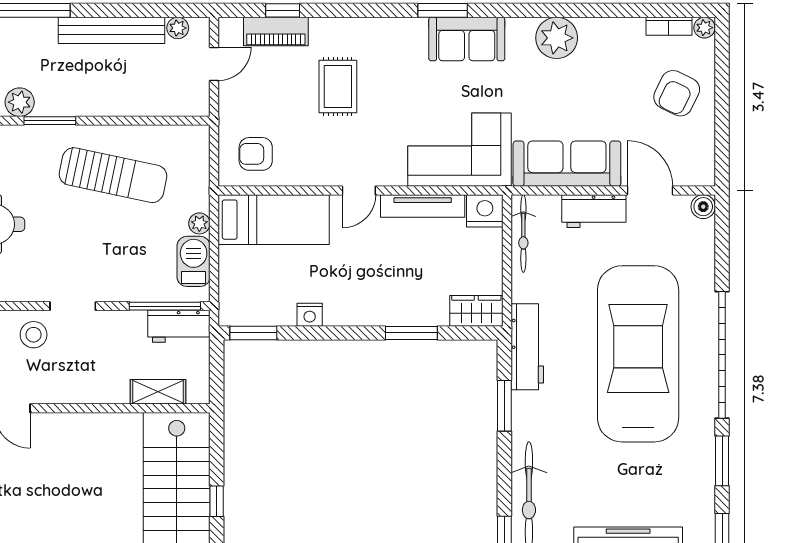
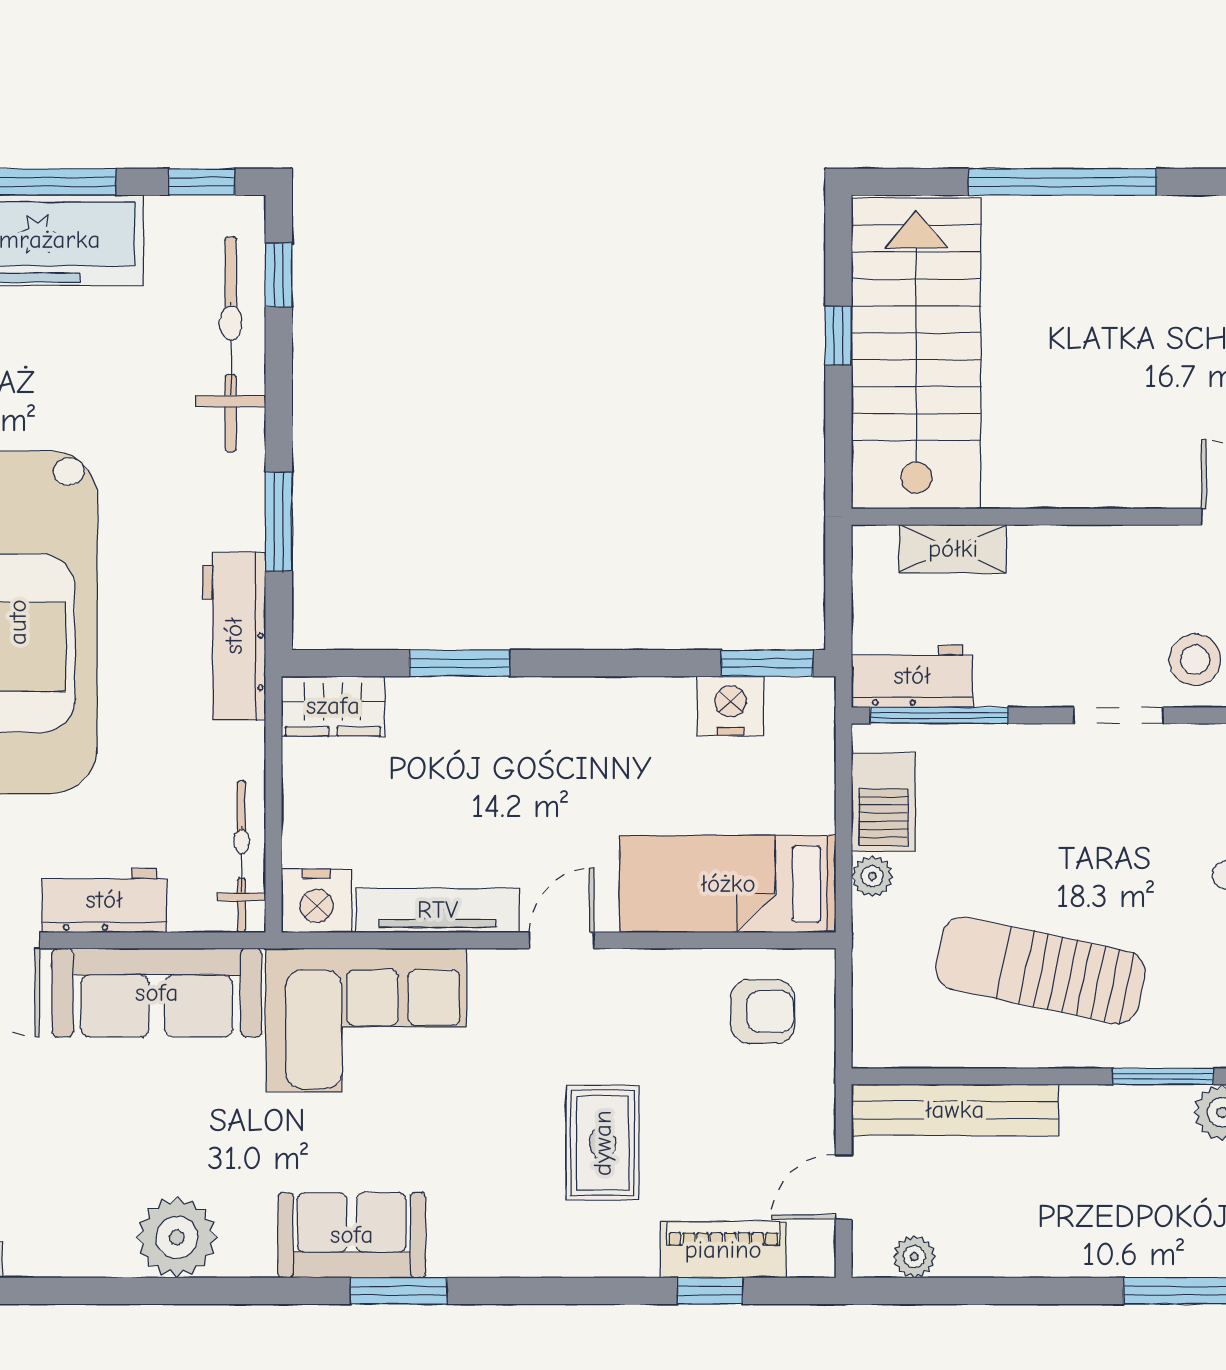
bench: (112, 30) -> (955, 1110), moved
nightstand: (310, 315) -> (730, 706), moved, width x1.36, depth x1.33

